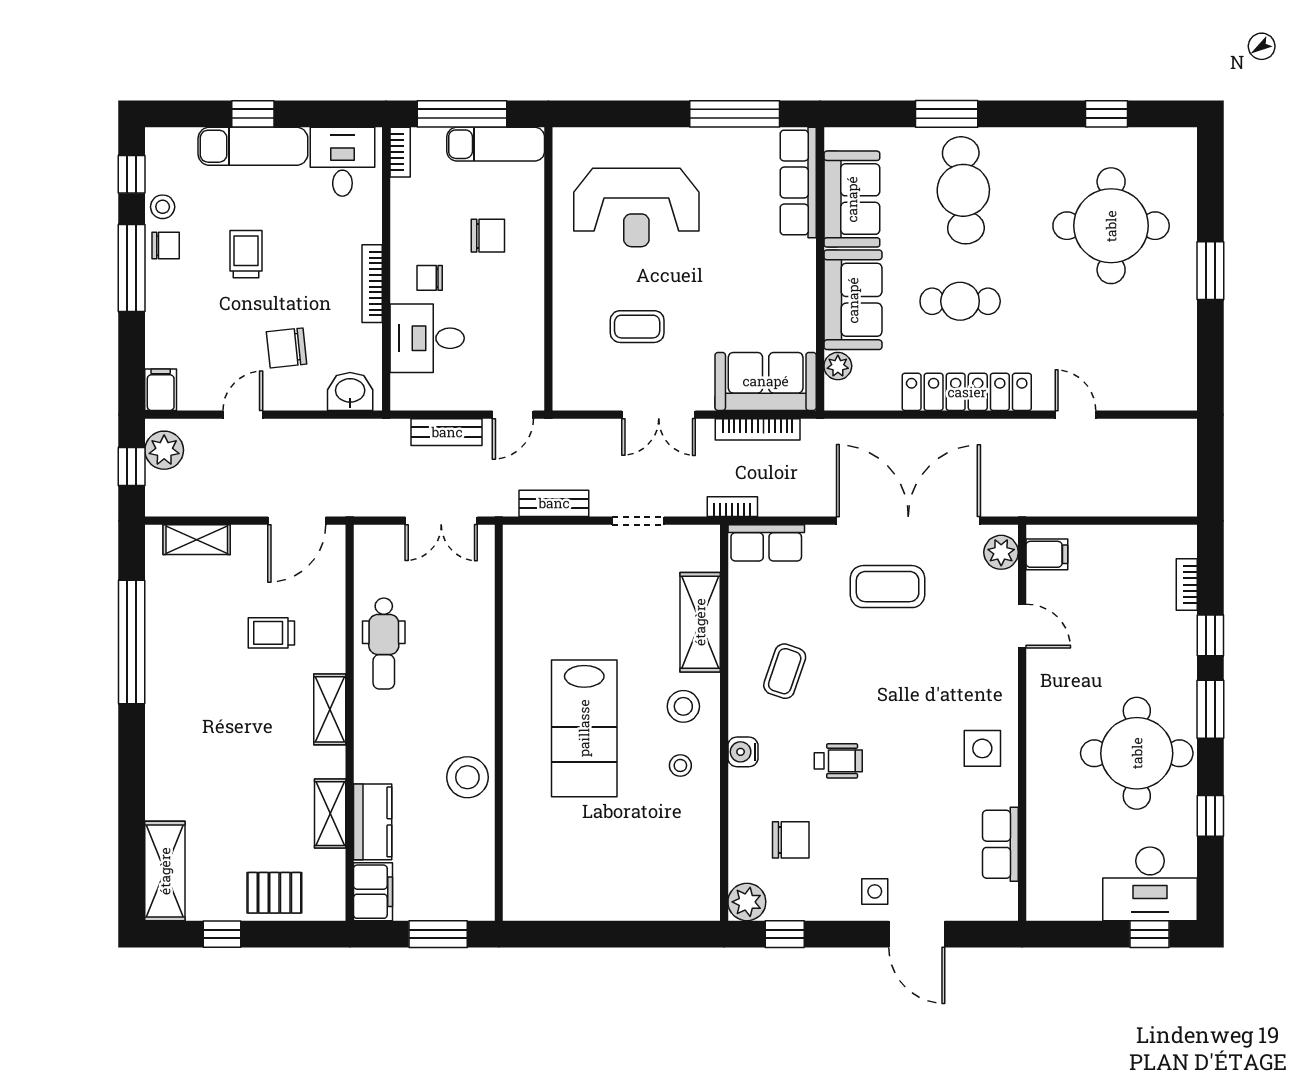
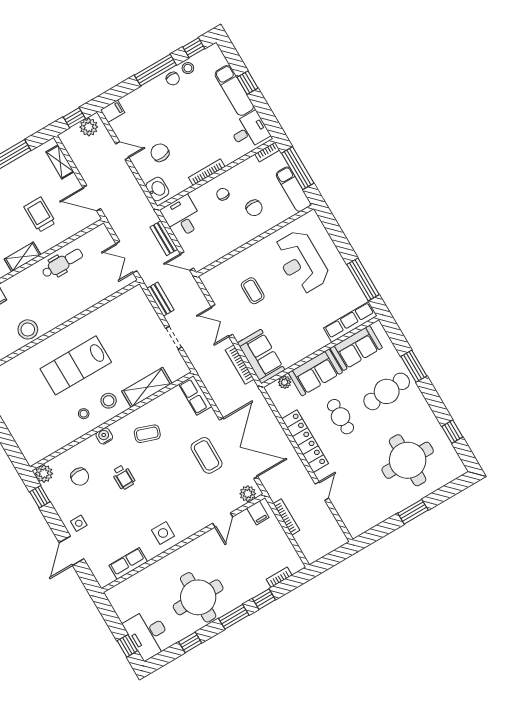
trolley: (246, 254) -> (189, 113), removed
desk: (427, 338) -> (182, 217), moved
bookcase: (732, 507) -> (286, 517), moved, width x1.56
trolley: (271, 633) -> (40, 215), width x1.36, depth x1.39
dental chair: (384, 644) -> (62, 263), turned 180

